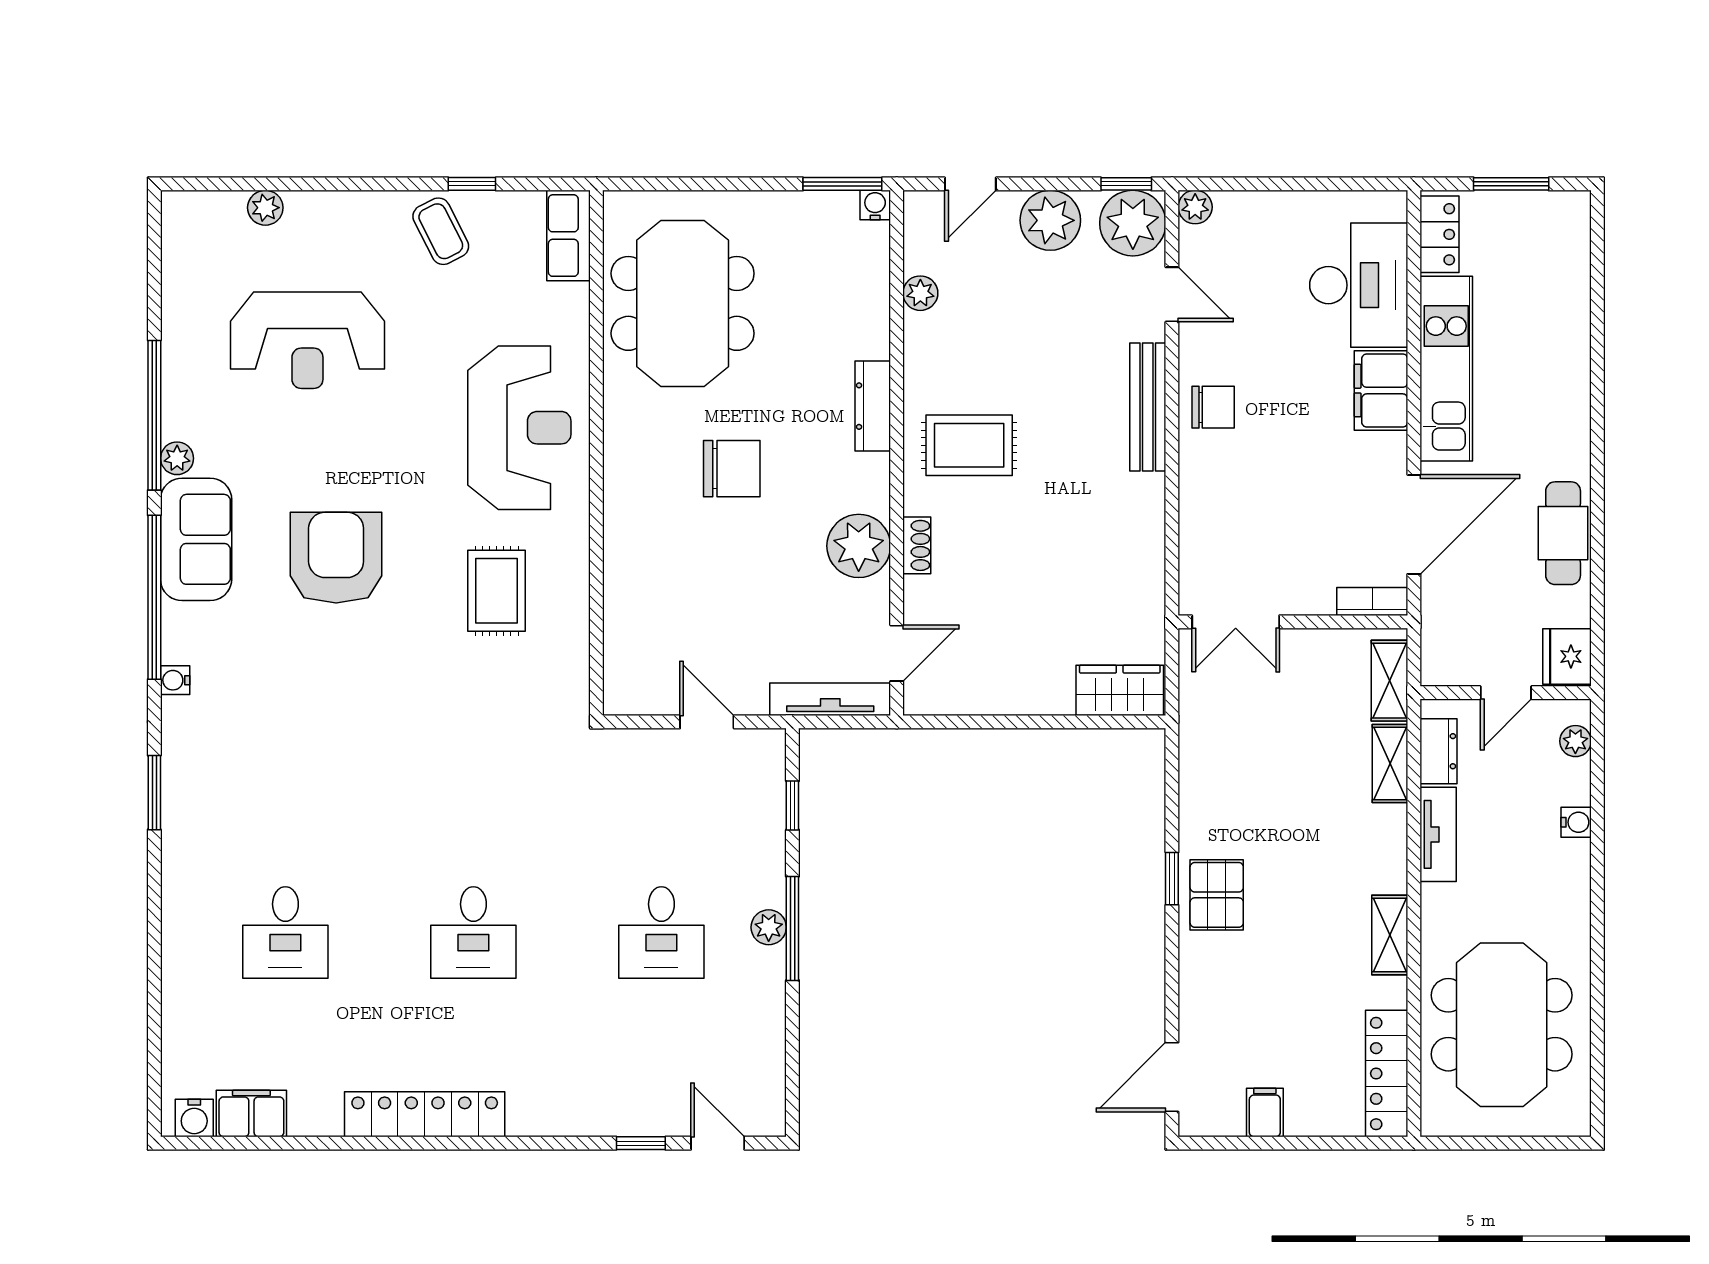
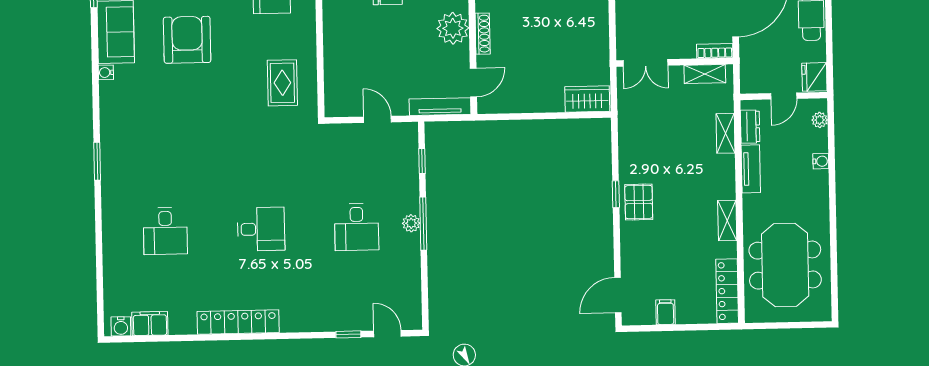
shoe rack: (917, 545) -> (483, 34), width x1.43
rug: (497, 591) -> (282, 83), moved
window: (154, 597) -> (95, 62), removed
water cooler: (175, 680) -> (106, 72), moved
shelving: (1389, 681) -> (705, 74), moved, turned 90
desk: (473, 933) -> (261, 229), turned -90

